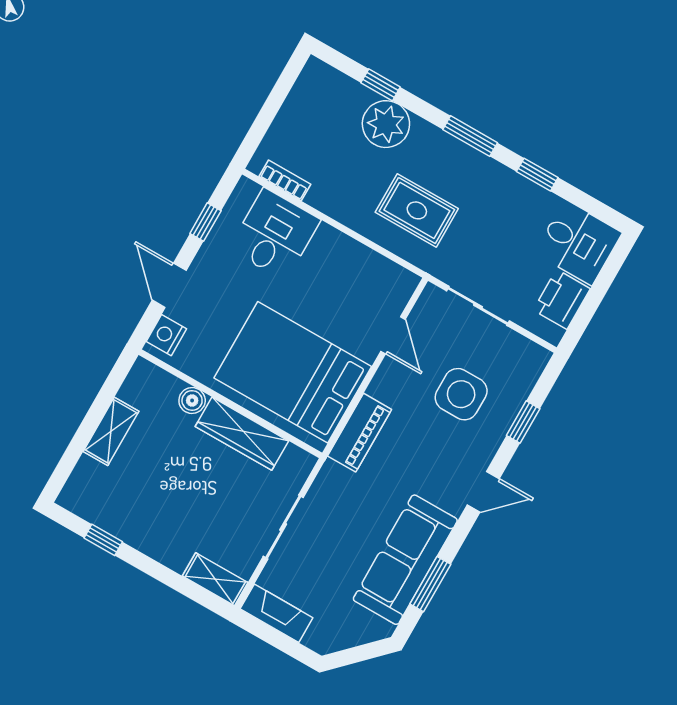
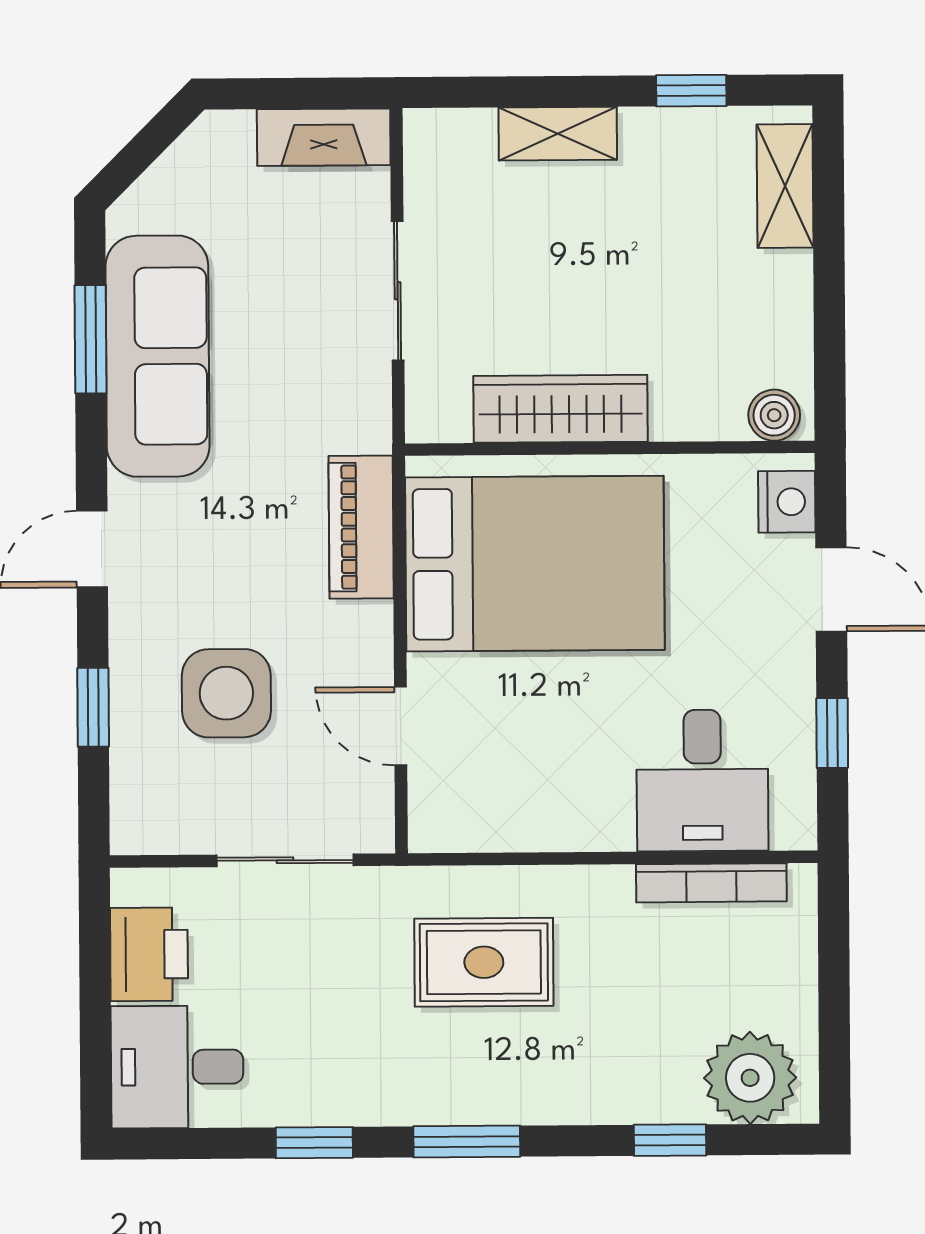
plant: (386, 124) -> (750, 1078), moved
bookcase: (285, 180) -> (711, 883), width x1.56
boiler: (192, 400) -> (774, 415), moved
shelving: (111, 431) -> (785, 186), moved
shelving: (215, 579) -> (558, 134), moved

